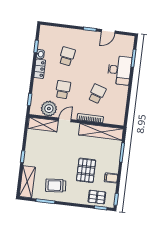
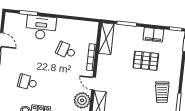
school desk: (63, 90) -> (62, 86), removed
shelving: (101, 132) -> (106, 39), width x0.68
filing cabinet: (111, 178) -> (153, 35), width x2.00
pallet: (97, 197) -> (173, 49), removed

